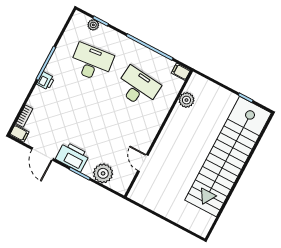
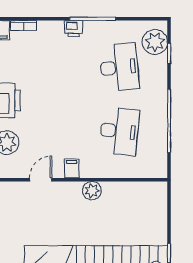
plant: (93, 25) -> (155, 42), width x1.87, depth x1.87
filing cabinet: (181, 72) -> (72, 169), moved
plant: (186, 100) -> (92, 191), moved

